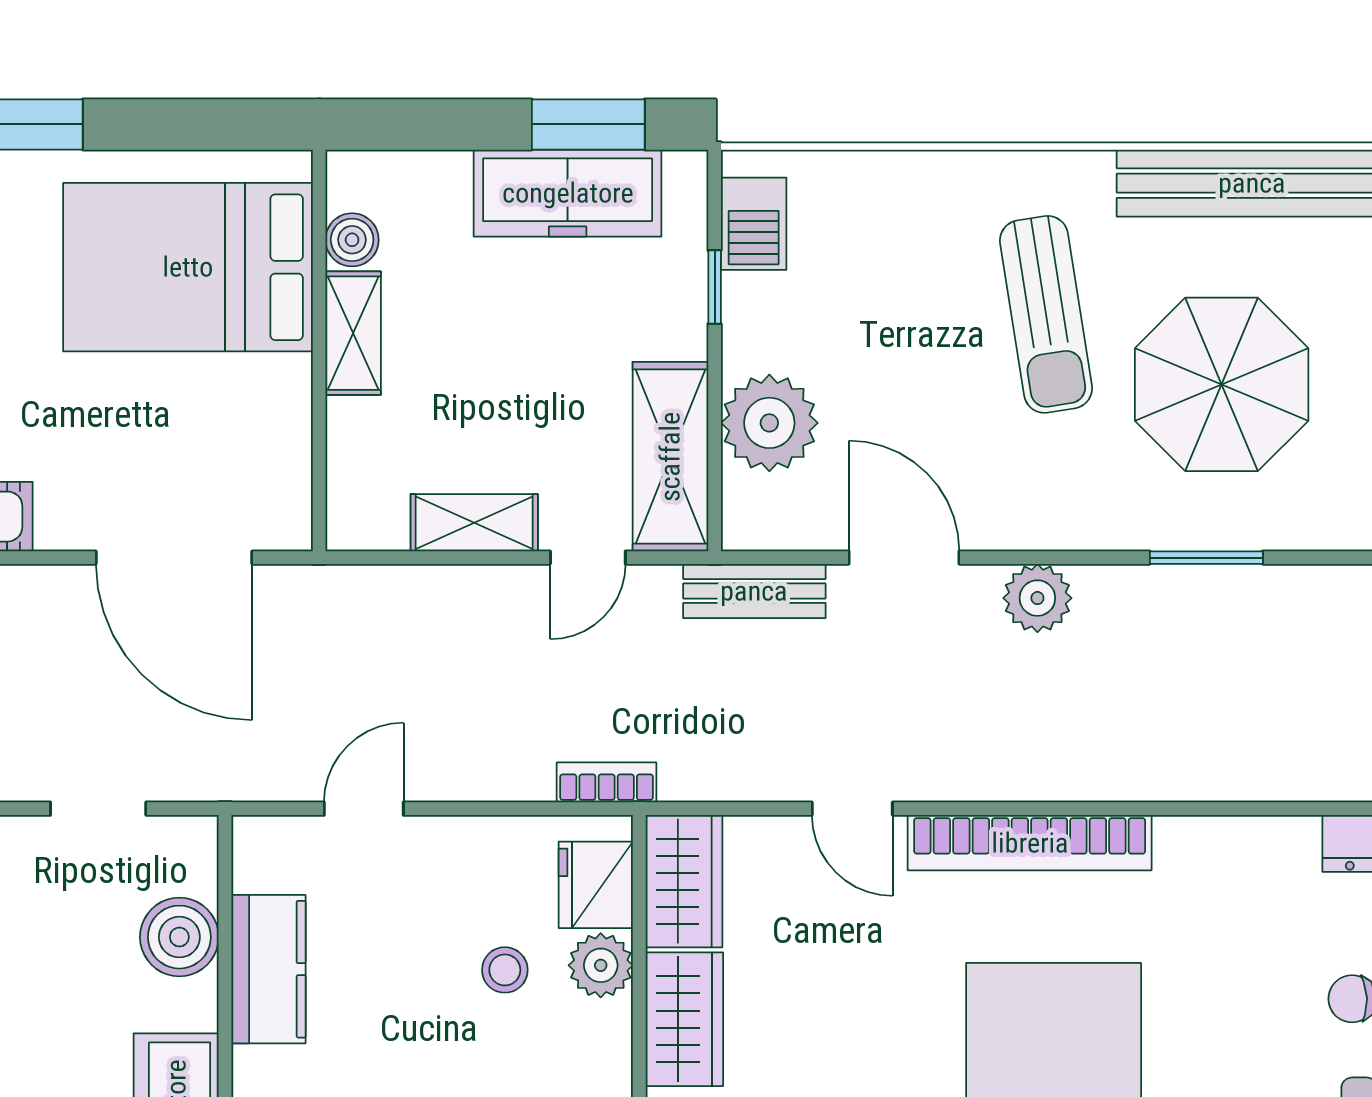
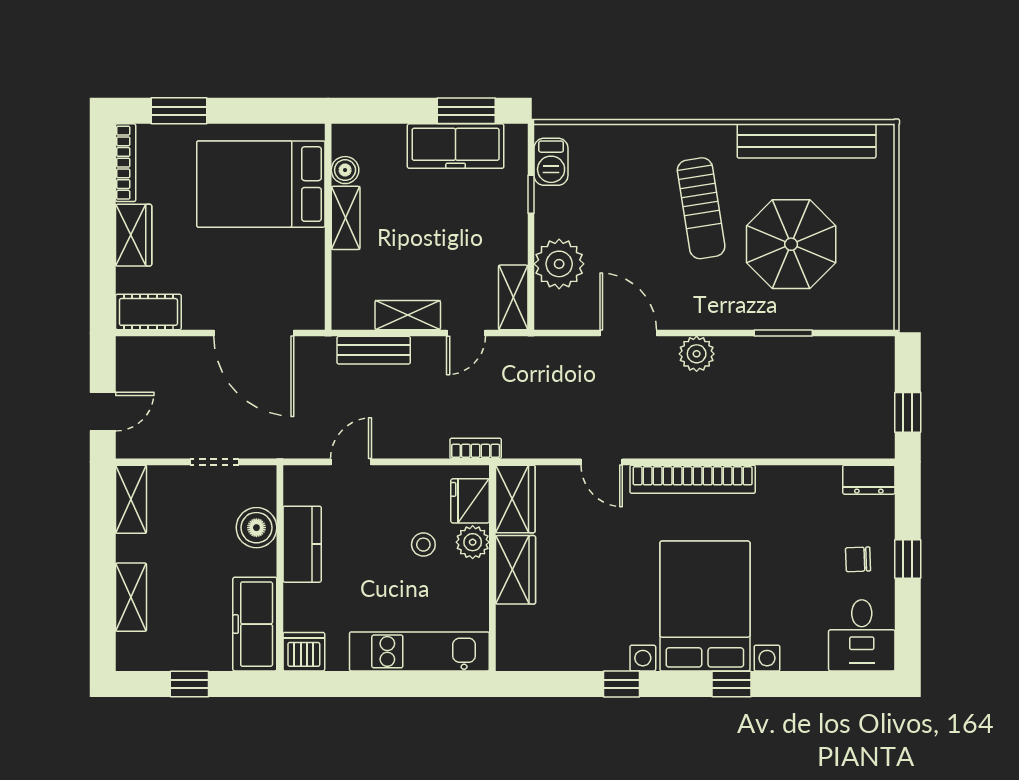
shelving: (670, 457) -> (513, 297), width x0.67, depth x0.75
bench: (754, 591) -> (374, 350), moved

